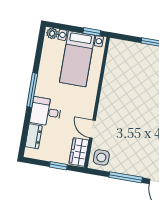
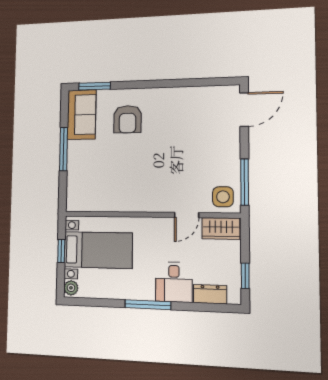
window: (92, 32) -> (61, 251), moved
window: (58, 166) -> (245, 276), moved
window: (126, 177) -> (245, 182), moved

